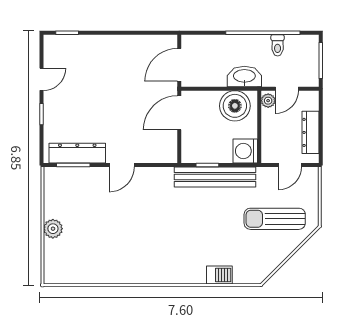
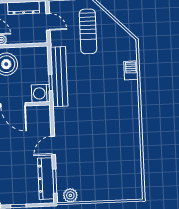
washing machine: (245, 151) -> (41, 93), moved, turned 90
door: (122, 165) -> (53, 146), swing flipped
plant: (53, 229) -> (70, 195), moved

